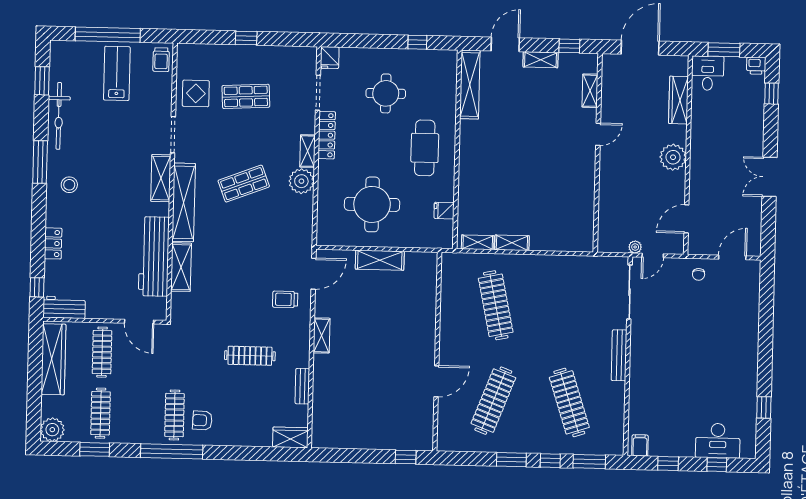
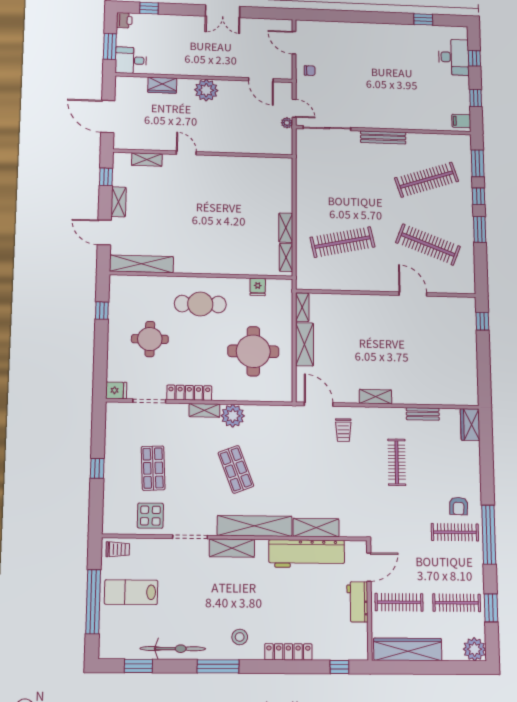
wardrobe: (678, 100) -> (162, 85), width x0.67
locker: (53, 243) -> (288, 652), width x1.53
shelving: (421, 259) -> (302, 307), added
workbench: (64, 307) -> (357, 602), moved

